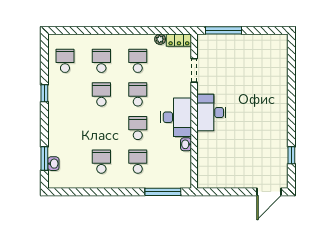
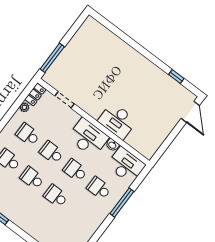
desk: (211, 113) -> (117, 121), moved
school desk: (101, 162) -> (56, 196), moved
desk: (177, 170) -> (126, 165), added
window: (163, 192) -> (122, 202), moved

